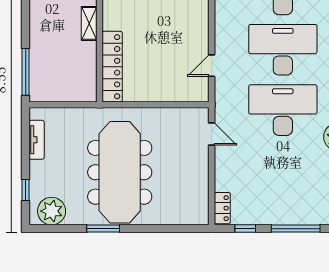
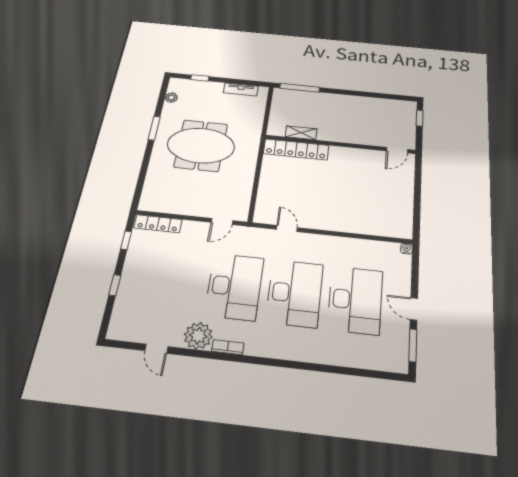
shelving: (89, 23) -> (301, 133), moved
meeting table: (120, 172) -> (201, 145), width x0.73
locker: (222, 208) -> (158, 224), width x1.53
plant: (52, 211) -> (171, 98), width x0.53, depth x0.53
window: (296, 229) -> (115, 285), width x0.46

